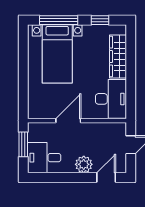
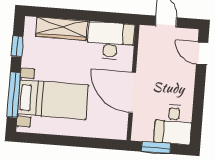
door: (68, 121) -> (132, 93), width x1.36
plant: (84, 164) -> (185, 78), removed

